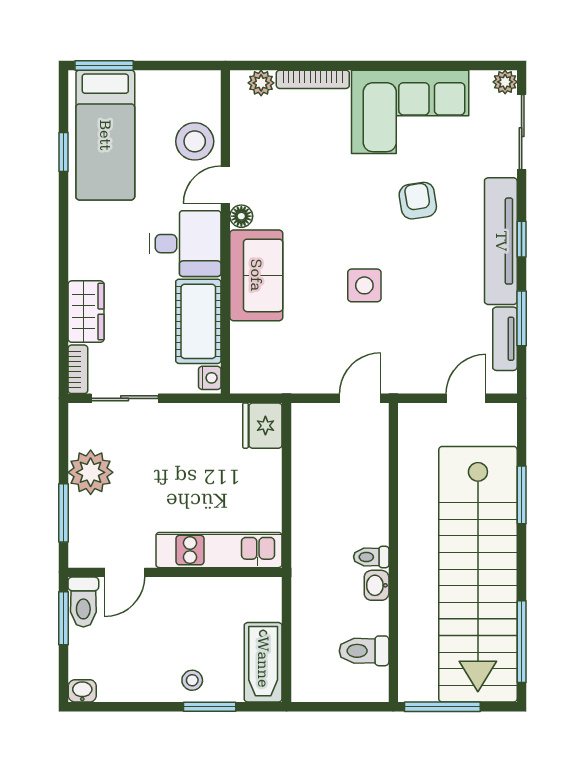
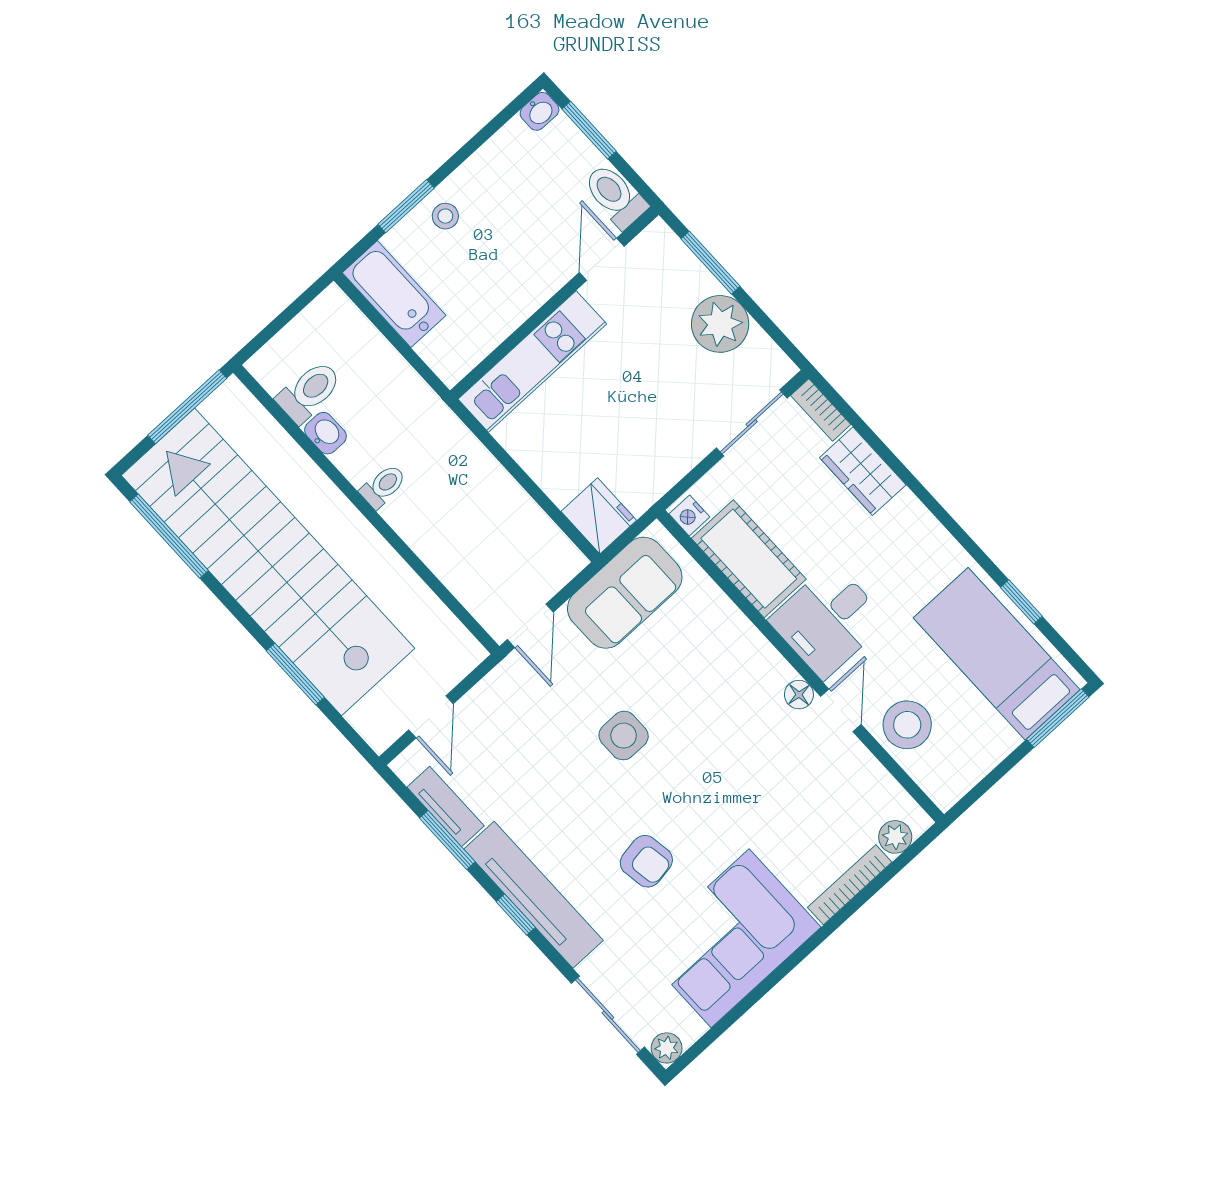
sofa: (256, 275) -> (625, 593), moved, turned -90
washbasin: (377, 585) -> (325, 433), moved
window: (64, 618) -> (589, 130), moved

